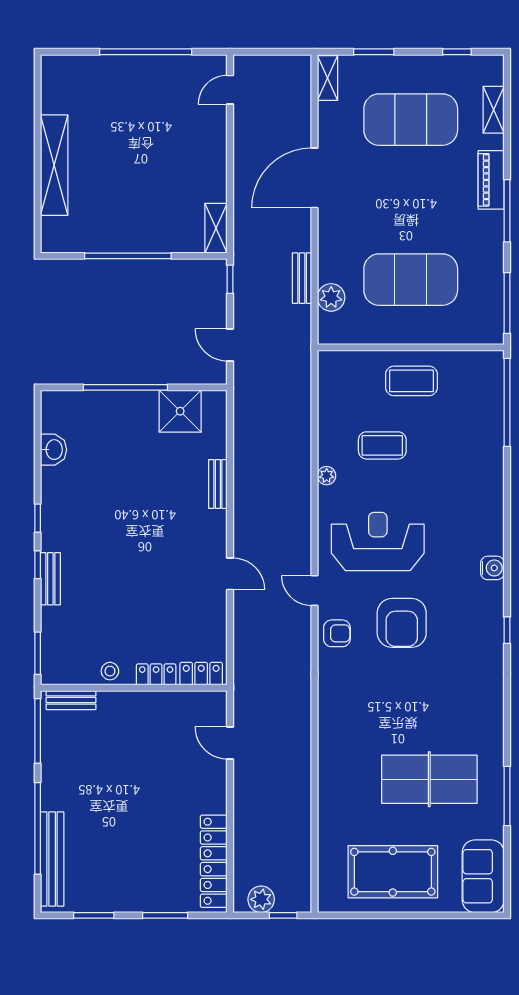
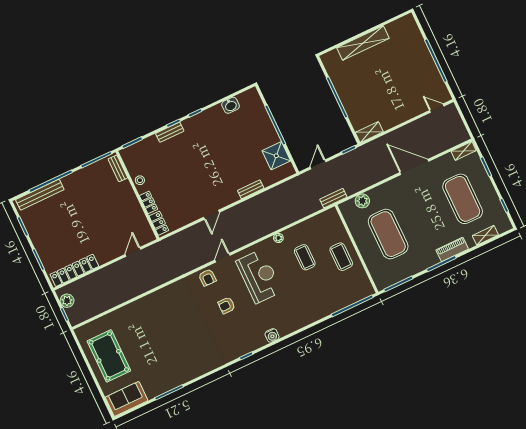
bench: (302, 278) -> (333, 198), moved
armchair: (402, 623) -> (226, 305), width x0.53, depth x0.53
table tennis table: (429, 779) -> (160, 353), removed

